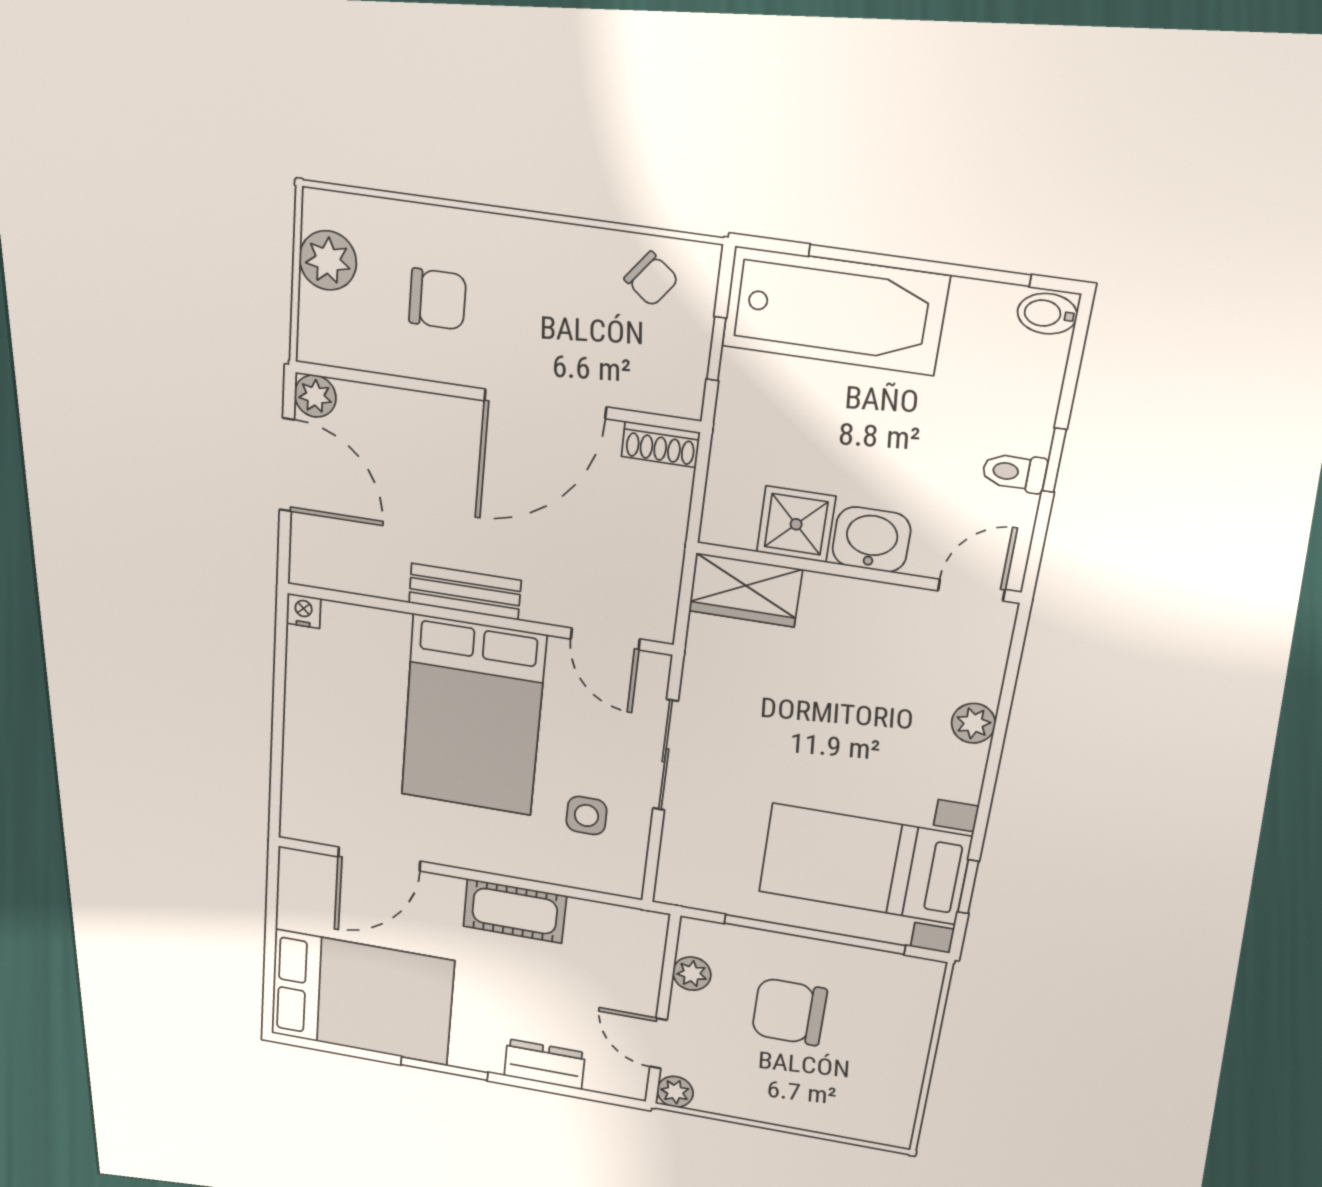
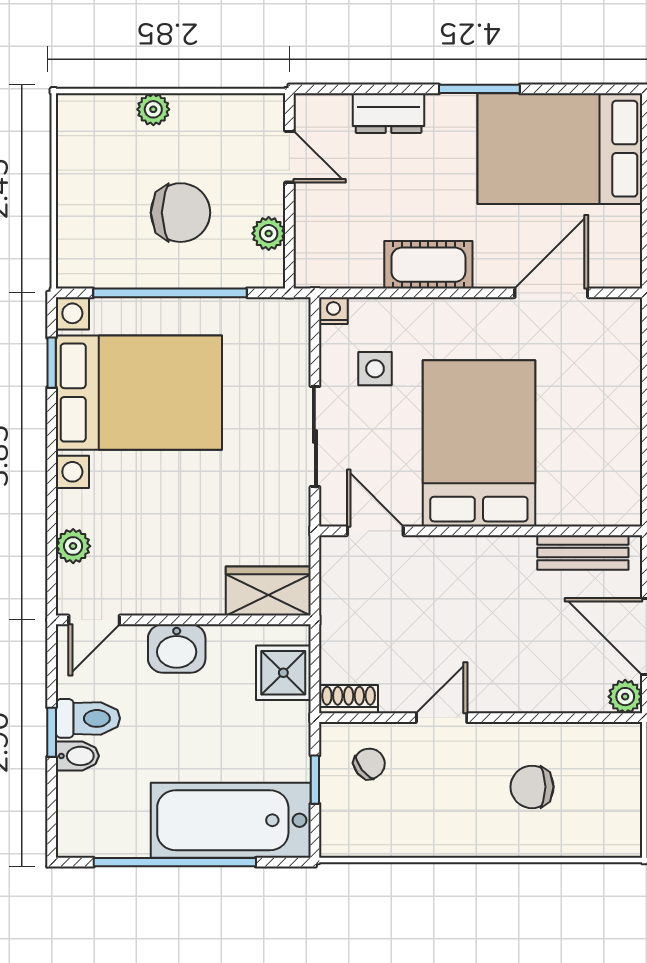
plant: (328, 260) -> (620, 805), removed
chair: (651, 279) -> (369, 764), moved, turned 104
bidet: (1047, 314) -> (77, 756), moved
door: (545, 404) -> (442, 718), width x0.53
toilet: (1014, 472) -> (88, 718), width x1.37, depth x1.39
shower: (796, 524) -> (283, 673), moved
bench: (465, 592) -> (583, 552), moved
nightstand: (303, 611) -> (333, 311), moved, turned 180
plant: (973, 723) -> (73, 546), moved
bed with nightstands: (864, 864) -> (139, 393), width x1.36
plant: (675, 1092) -> (153, 109), moved

